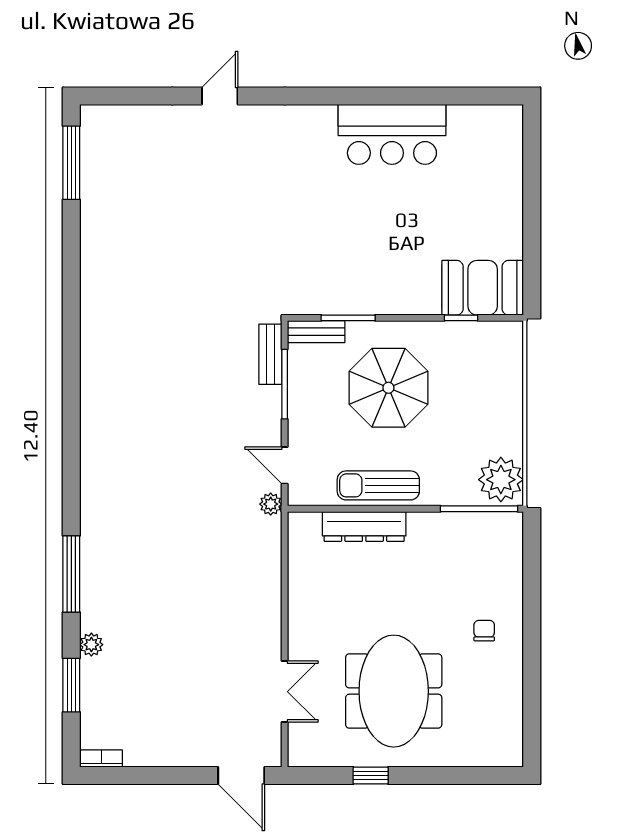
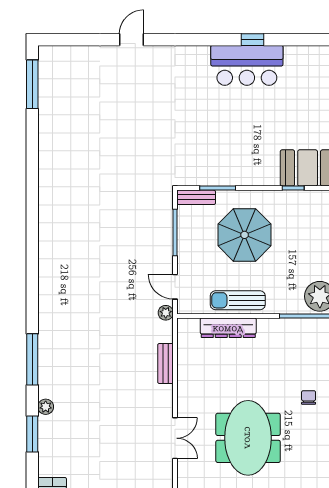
window: (400, 96) -> (253, 40), added
bench: (270, 354) -> (165, 363), moved

